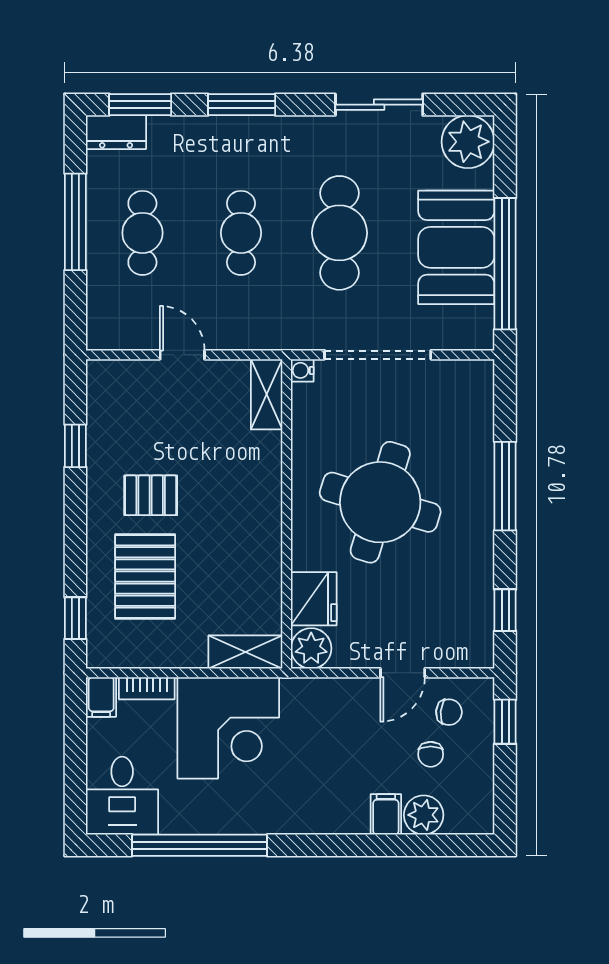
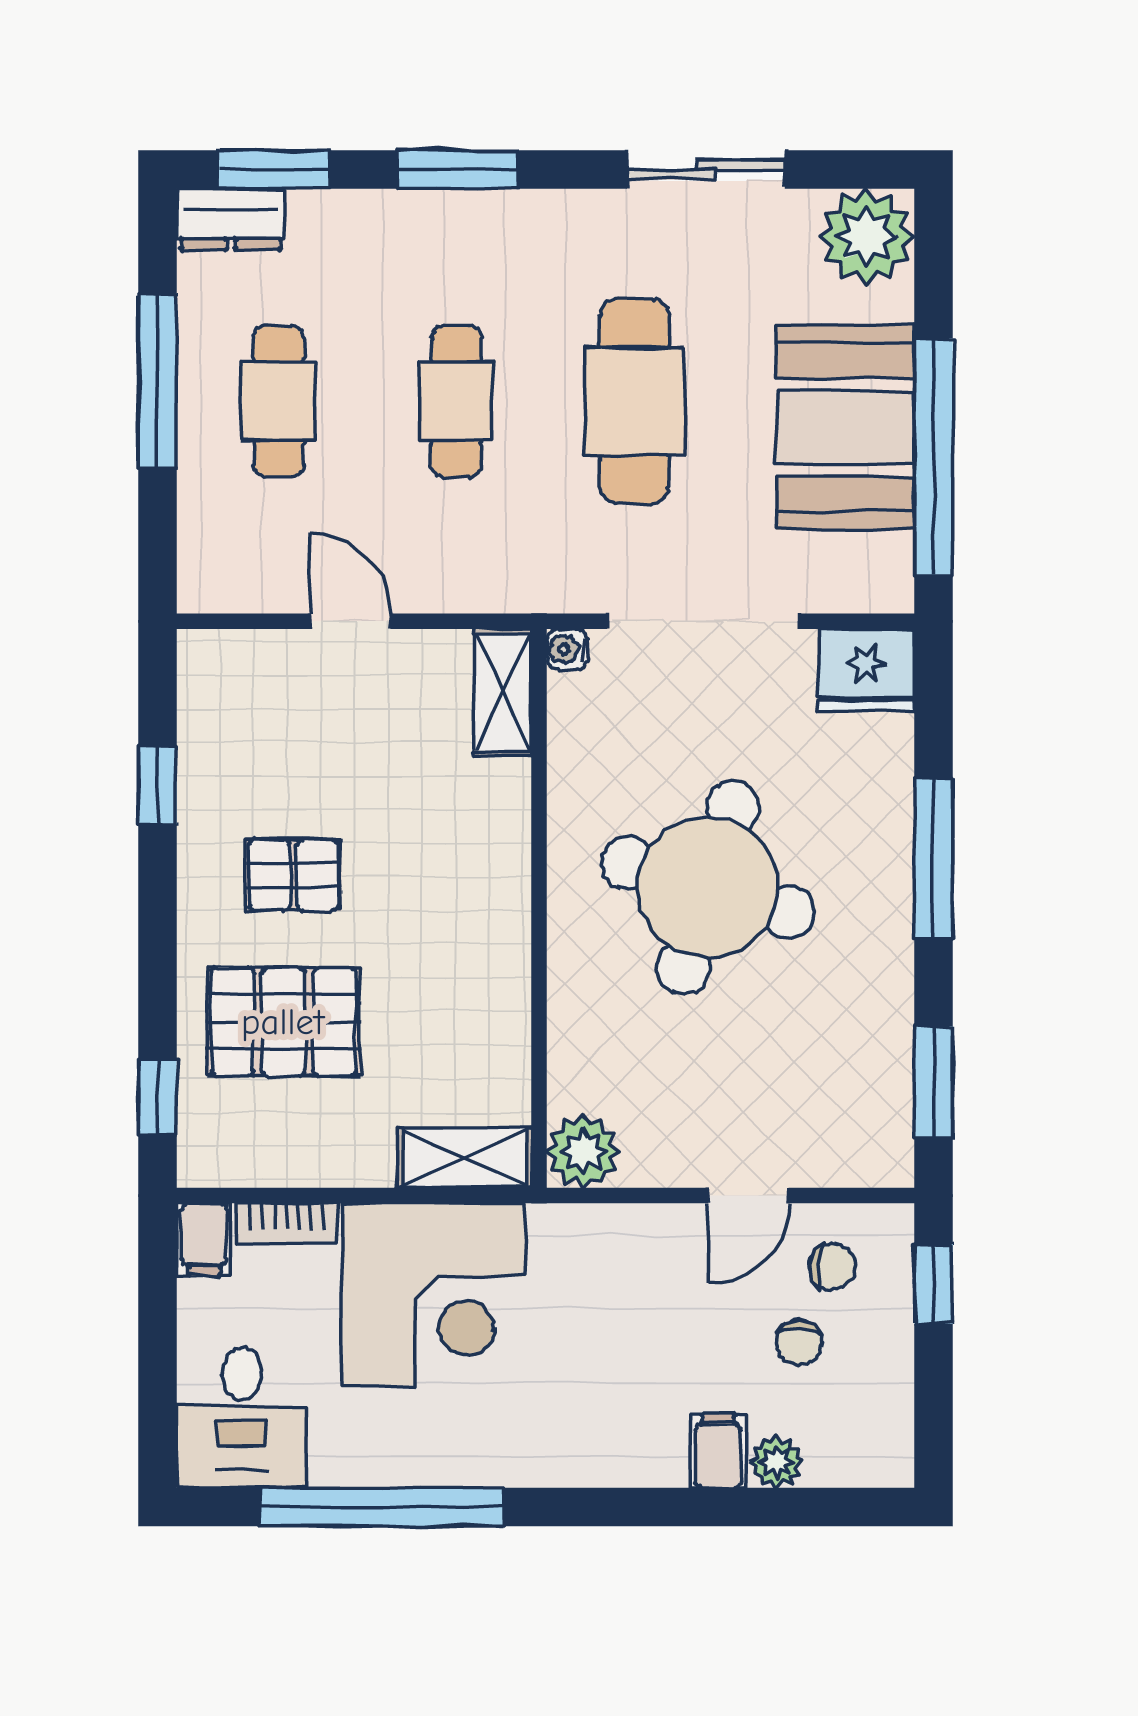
pallet: (145, 577) -> (283, 1022), turned 90
fridge: (314, 599) -> (866, 670), moved, turned 90
window: (505, 610) -> (933, 1082), width x1.50
plant: (424, 815) -> (777, 1462), width x0.73, depth x0.73

